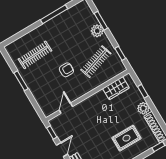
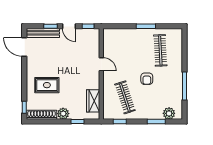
plant: (97, 31) -> (169, 113), moved
armchair: (66, 70) -> (147, 79), moved
door: (66, 108) -> (101, 64), moved
rug: (126, 138) -> (47, 85), turned 90

